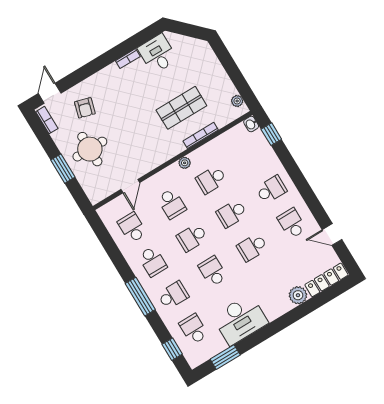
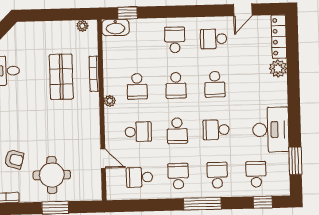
washbasin: (251, 124) -> (115, 27), width x1.91, depth x1.45
school desk: (153, 261) -> (178, 176), turned -90
school desk: (194, 329) -> (256, 174), turned 90

